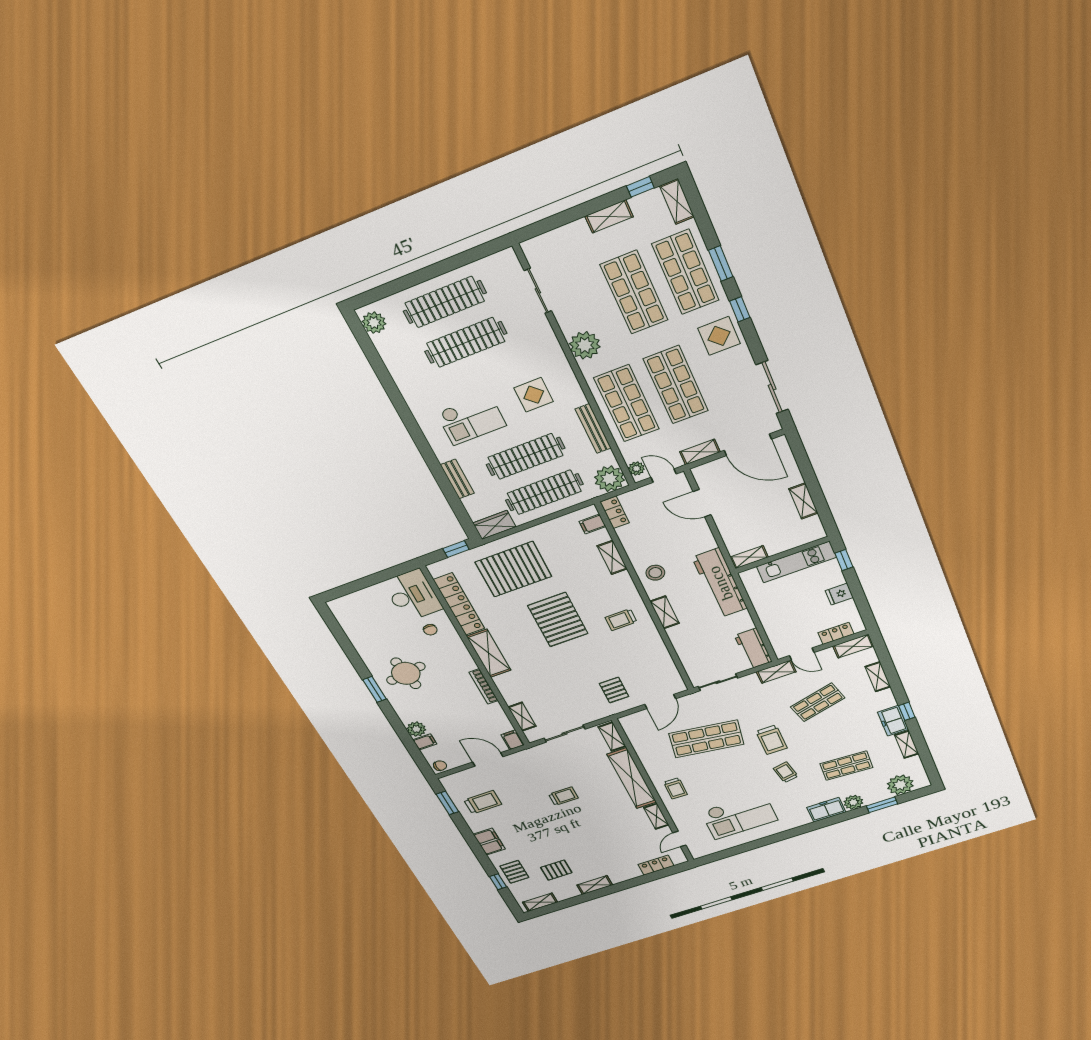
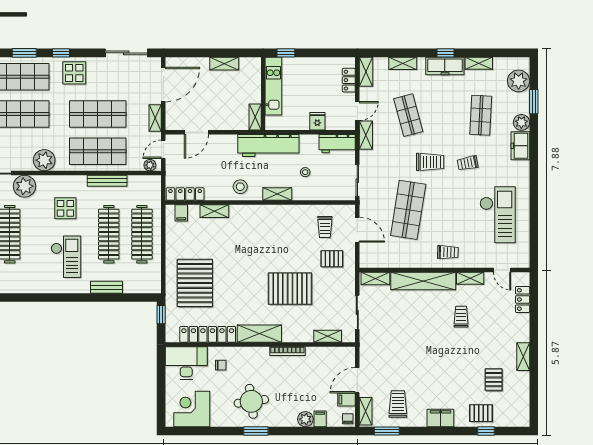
plant: (609, 479) -> (24, 186), moved
locker: (615, 512) -> (185, 194), width x1.53
wardrobe: (494, 525) -> (153, 279), removed
fridge: (839, 594) -> (317, 121), moved, turned 180
corner desk: (362, 620) -> (192, 409), added
pallet: (558, 620) -> (290, 289), moved
trolley: (621, 620) -> (325, 227), moved
stool: (704, 630) -> (305, 172), added
freezer: (893, 721) -> (445, 66), width x1.40
filing cabinet: (513, 740) -> (346, 400), moved
trolley: (563, 796) -> (461, 317), moved
shelving: (540, 902) -> (366, 411), moved

